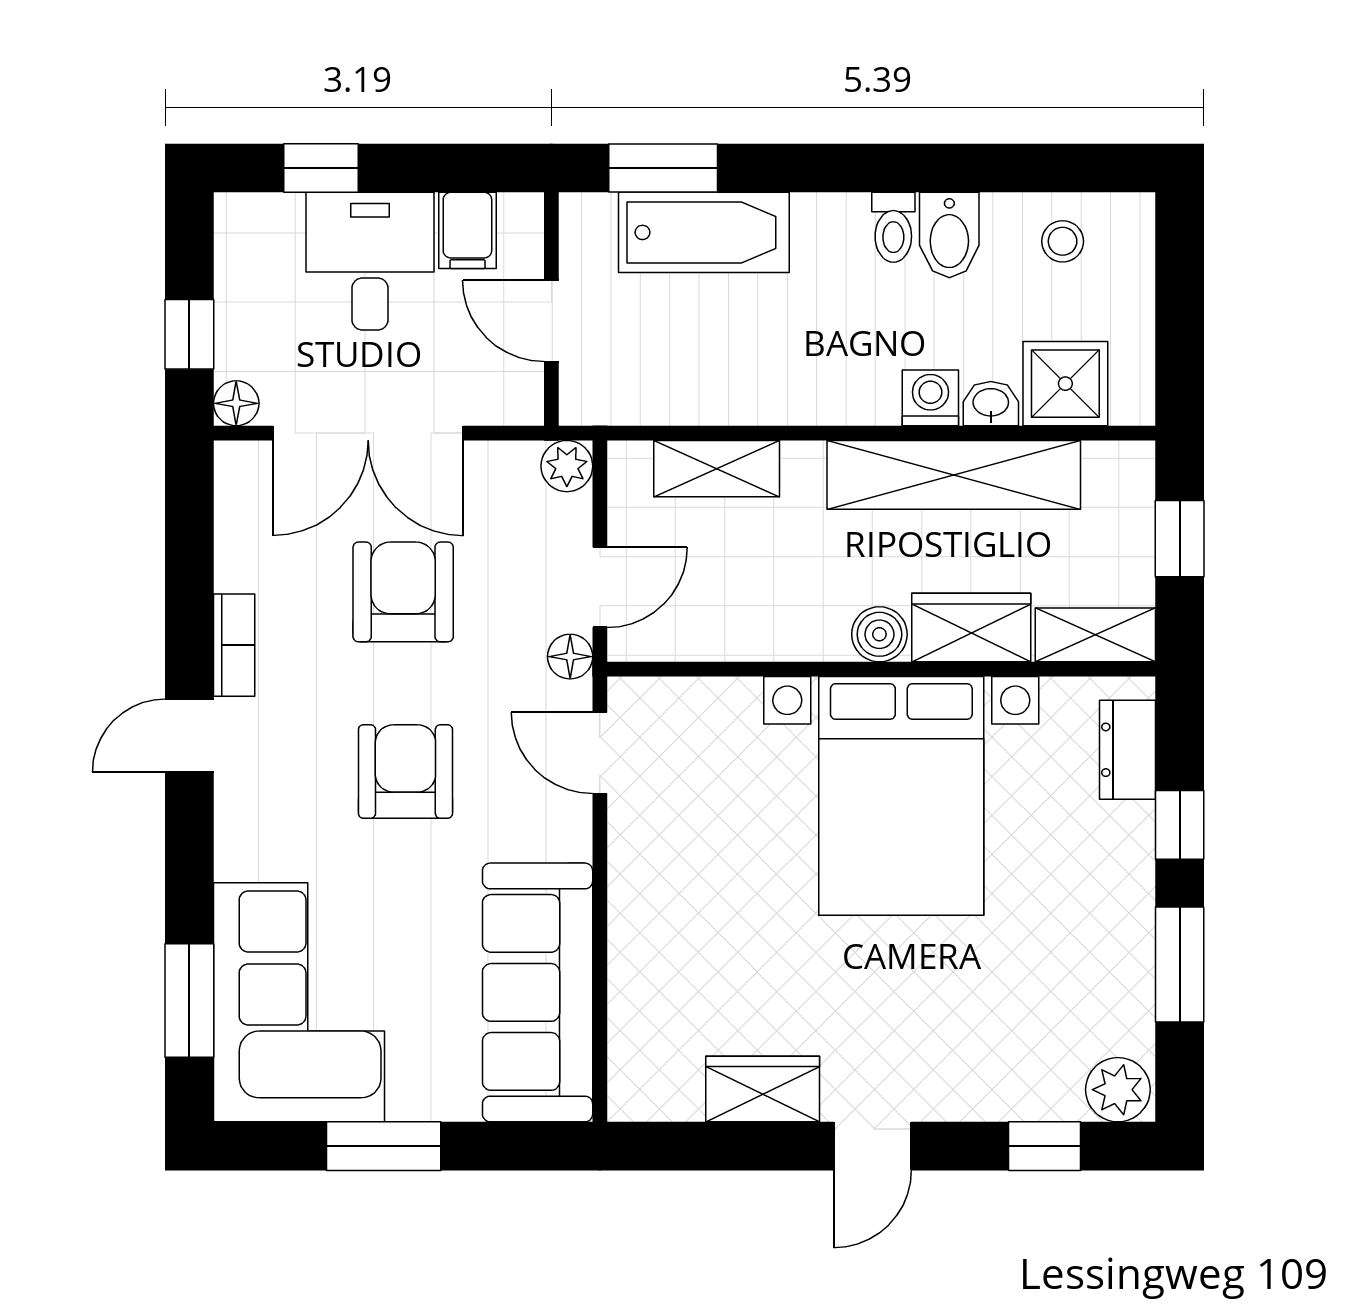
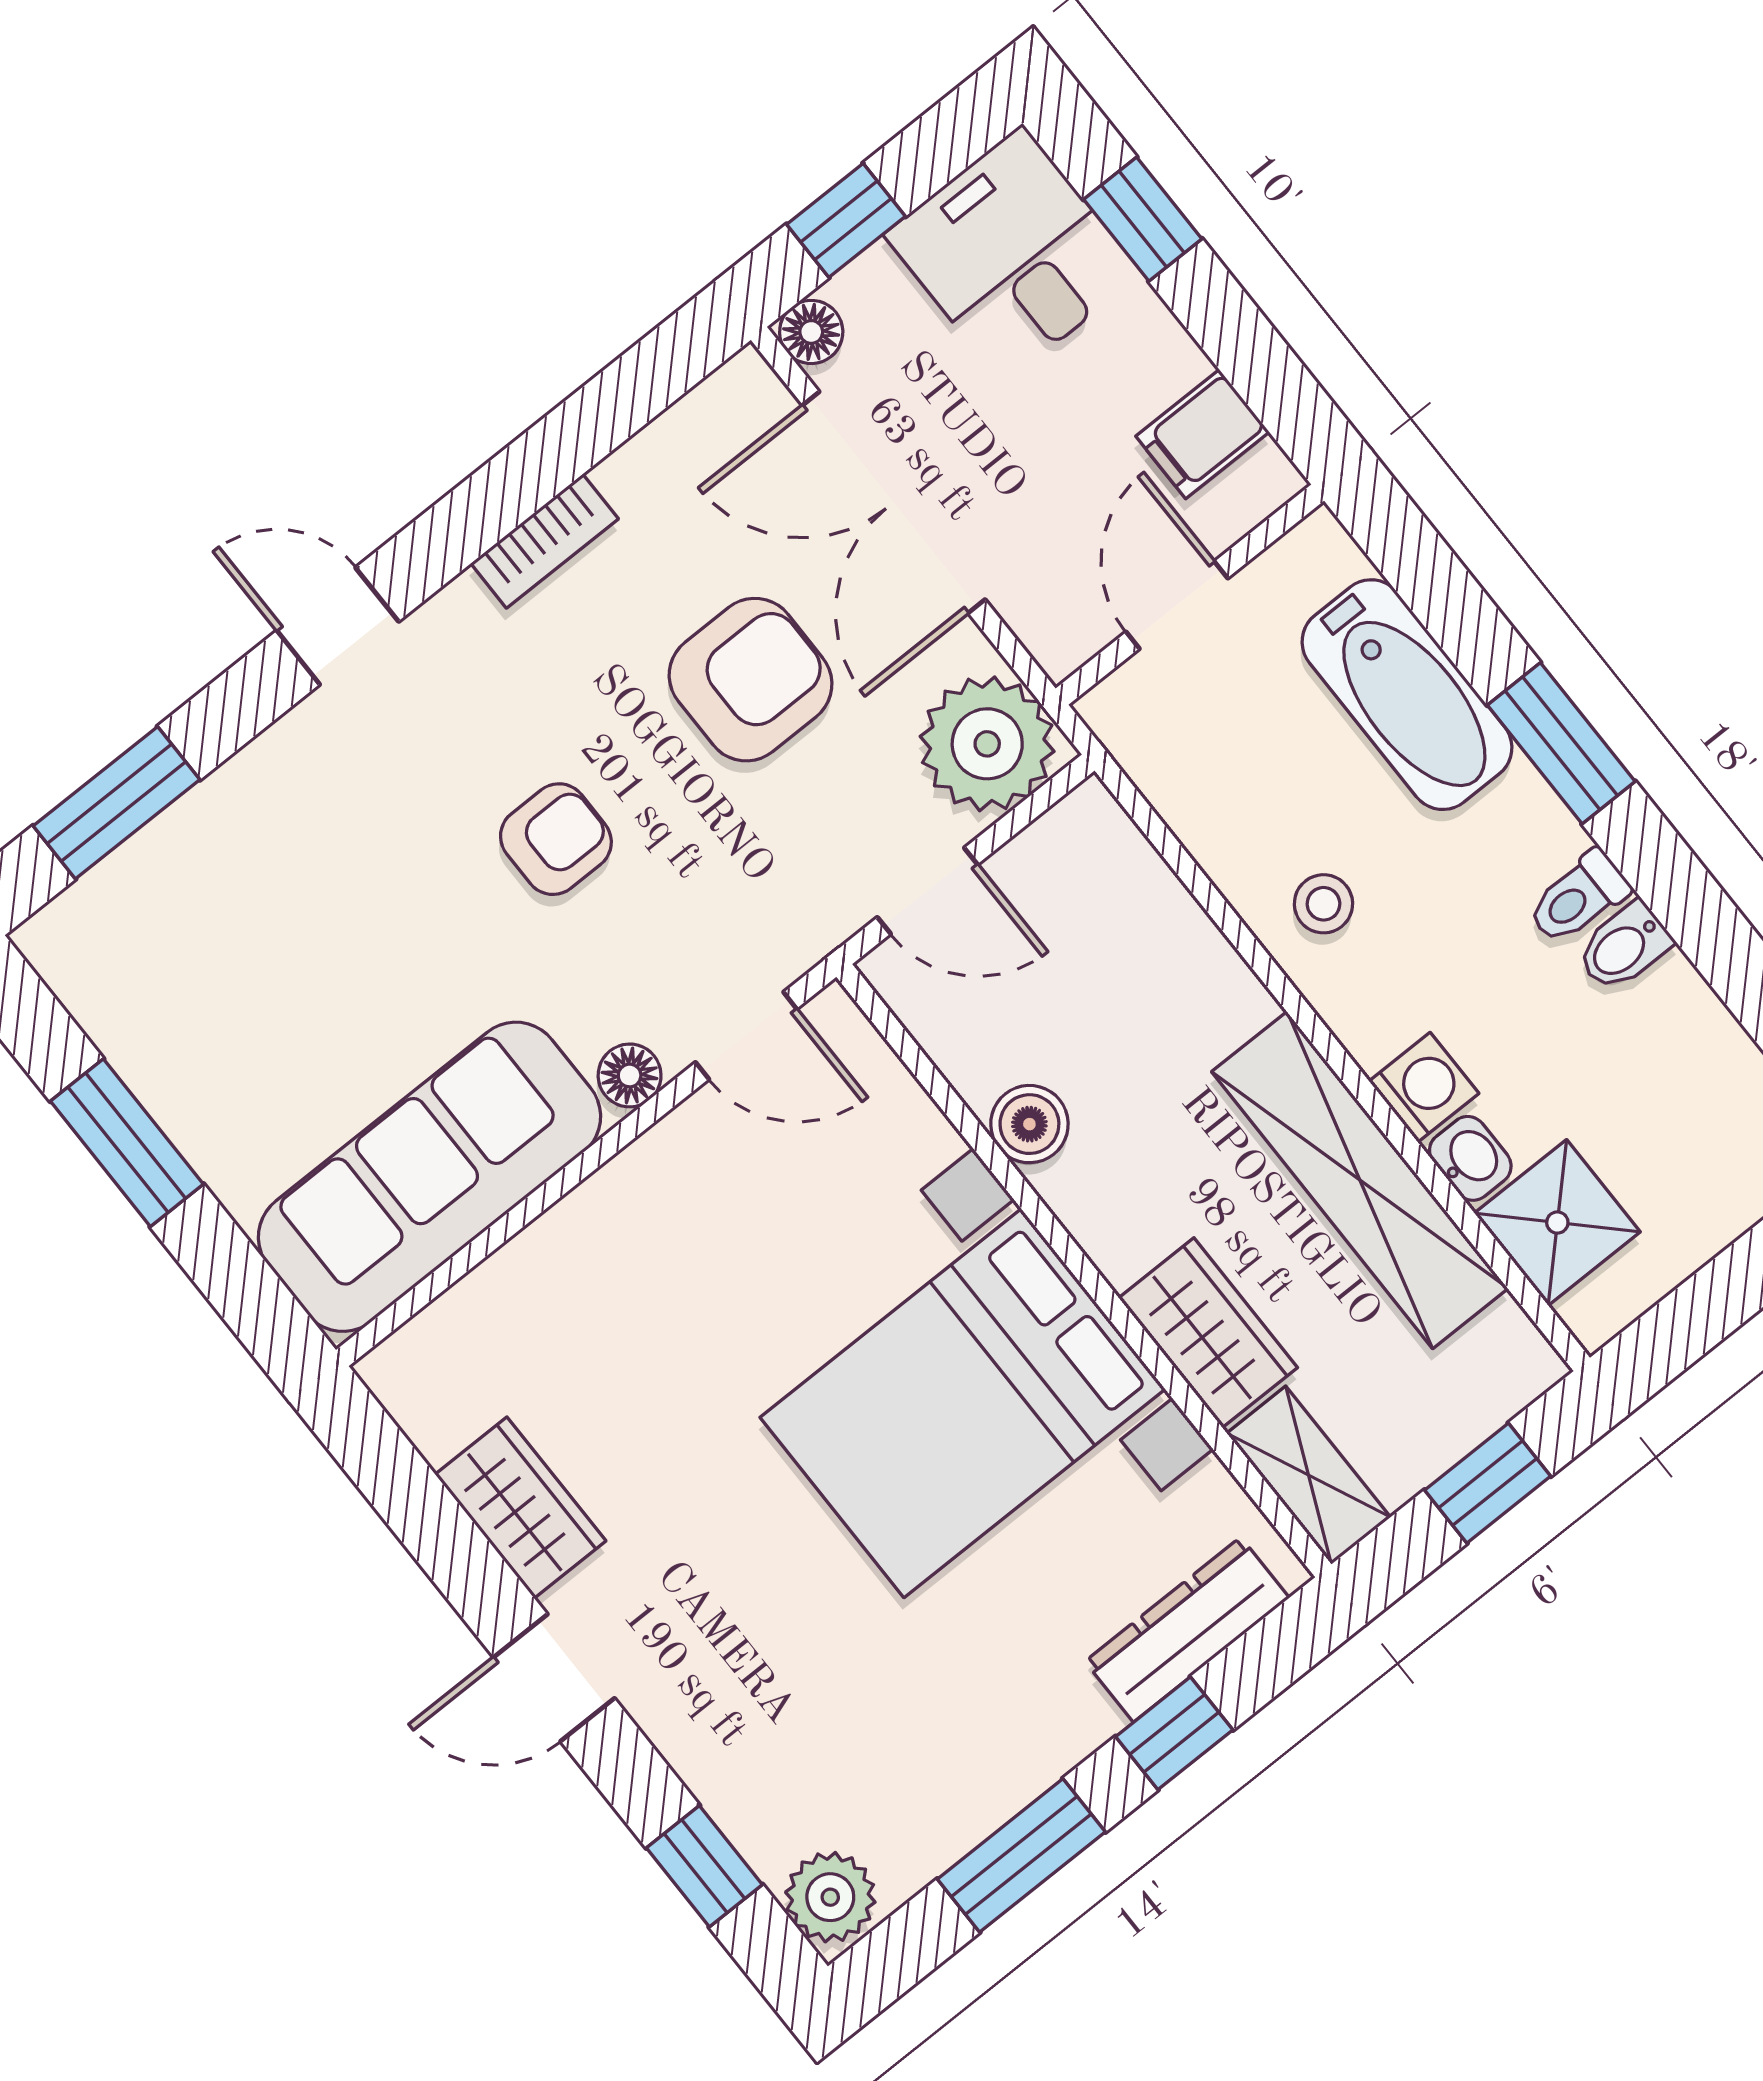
window: (663, 168) -> (1561, 743), moved
bidet: (949, 235) -> (1624, 947), width x0.72, depth x0.74
stool: (1063, 241) -> (1323, 904), moved
desk: (370, 261) -> (1013, 254), moved, turned -90
plant: (567, 466) -> (987, 744), width x1.87, depth x1.87
shelving: (717, 469) -> (1160, 915), removed
boiler: (879, 634) -> (1029, 1124), moved
floor lamp: (570, 657) -> (630, 1075), moved
door: (189, 736) -> (338, 626), moved
dresser: (1128, 750) -> (1187, 1630), width x1.44
door: (600, 753) -> (746, 1036), swing flipped
armchair: (405, 772) -> (556, 839), width x0.72, depth x0.72
corner sofa: (299, 1002) -> (210, 924), removed

